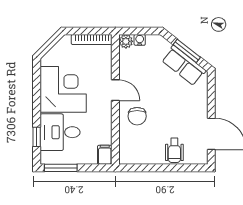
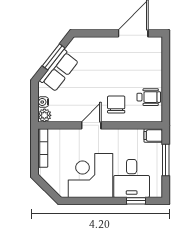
row of seats: (184, 66) -> (59, 71), moved
chair: (137, 116) -> (116, 104), turned -90
wheelchair: (174, 150) -> (149, 97), moved
window: (61, 168) -> (166, 160), moved

